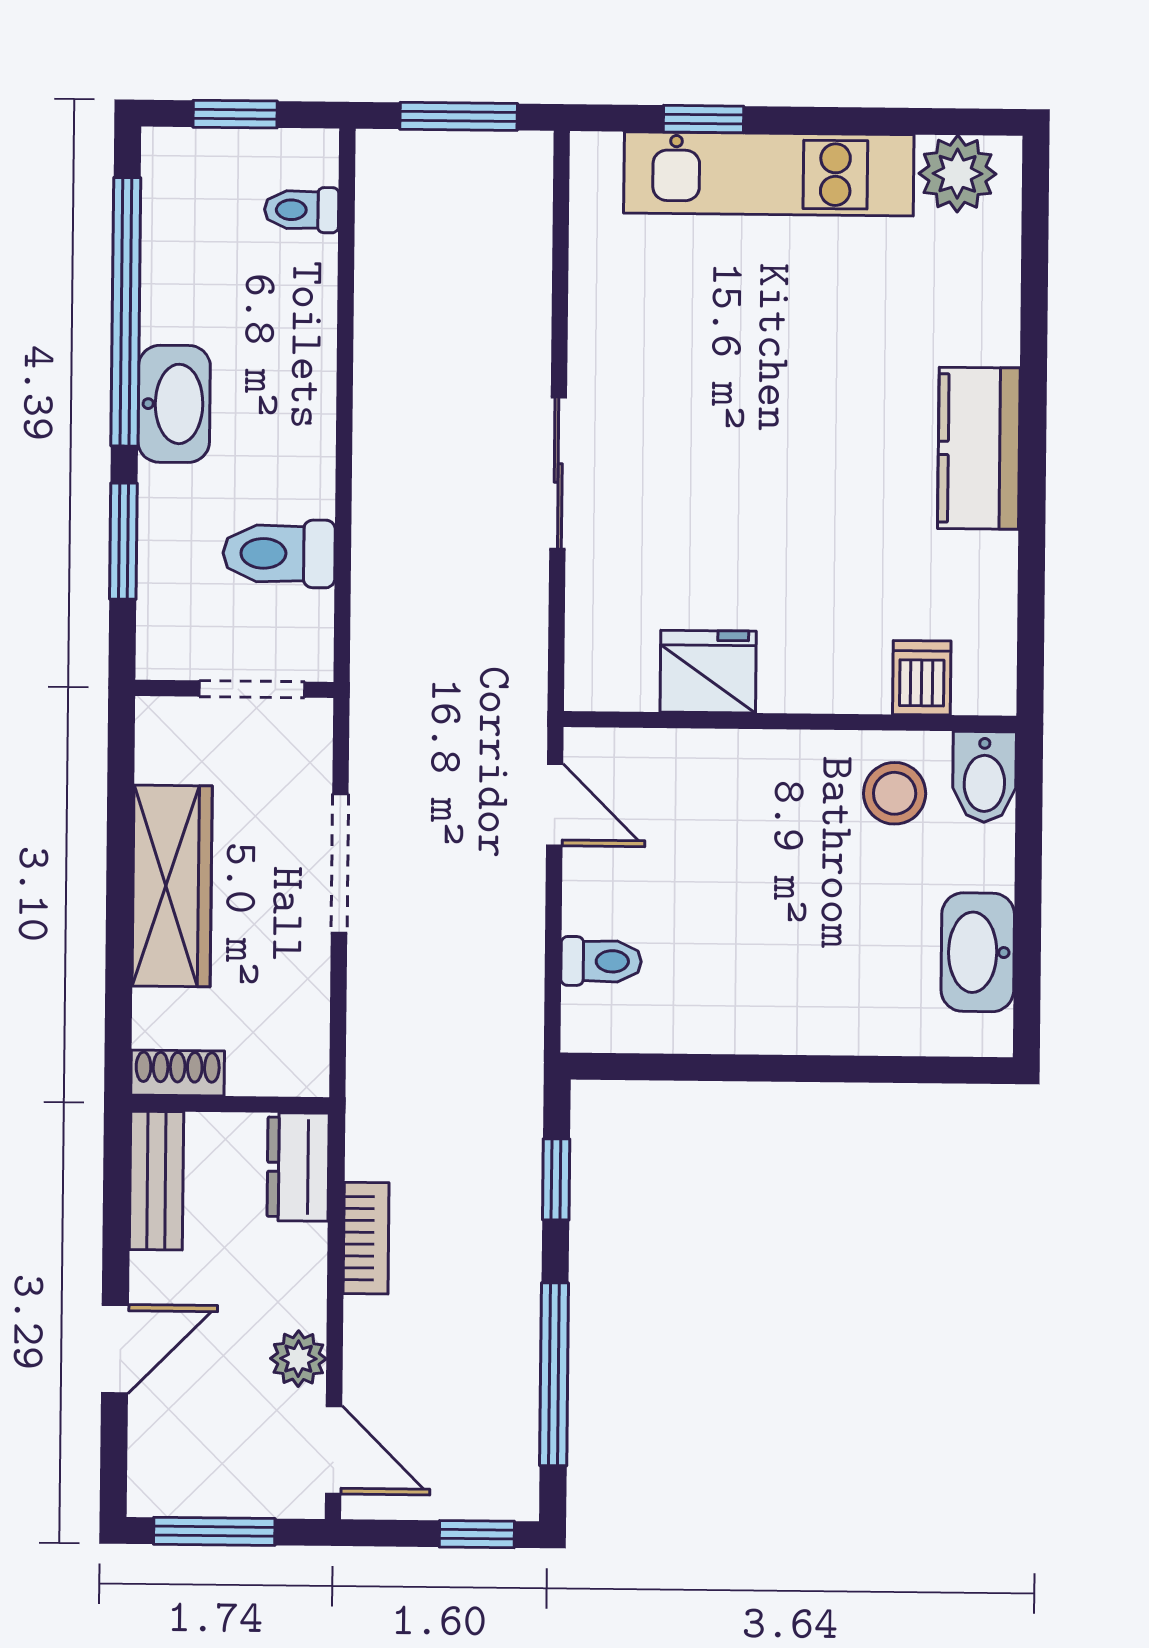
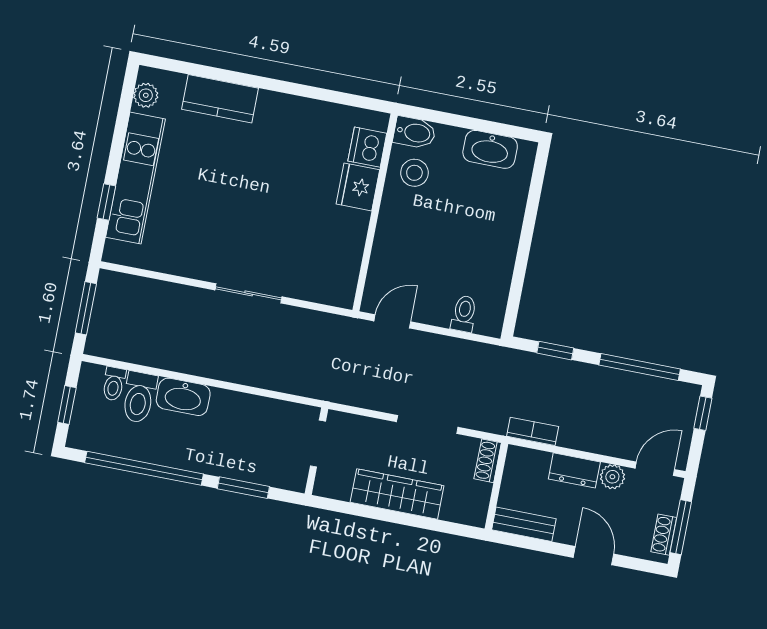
plant: (957, 174) -> (146, 95), width x0.73, depth x0.73
washbasin: (174, 404) -> (183, 397), moved, turned 180
kitchen counter: (979, 448) -> (220, 99), moved
toilet: (279, 554) -> (139, 397), moved
fridge: (708, 672) -> (358, 187), moved
dishwasher: (922, 678) -> (367, 147), width x1.38
doorway: (340, 863) -> (427, 425), moved
shoe rack: (178, 1073) -> (488, 461), moved
dresser: (298, 1167) -> (574, 470), moved
bookcase: (366, 1238) -> (533, 431), moved
shoe rack: (190, 1496) -> (664, 535), added

